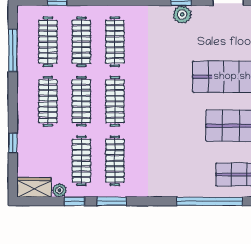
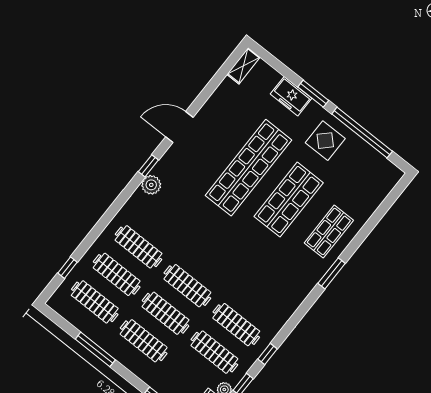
plant: (182, 15) -> (151, 185), moved
window: (13, 50) -> (95, 349), moved
window: (112, 201) -> (267, 354), width x0.67
window: (210, 201) -> (332, 273), width x0.47

